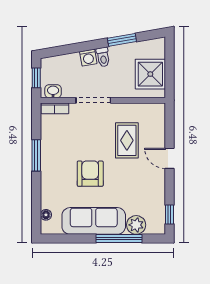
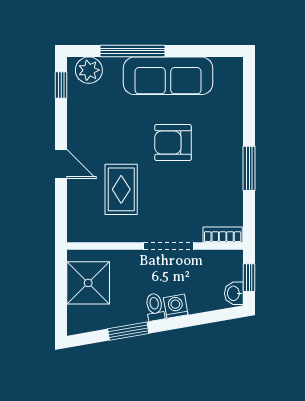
washbasin: (53, 91) -> (234, 293), moved, turned 90
armchair: (90, 174) -> (173, 143), turned 90
floor lamp: (46, 215) -> (235, 84), removed
plant: (136, 225) -> (89, 70), moved

